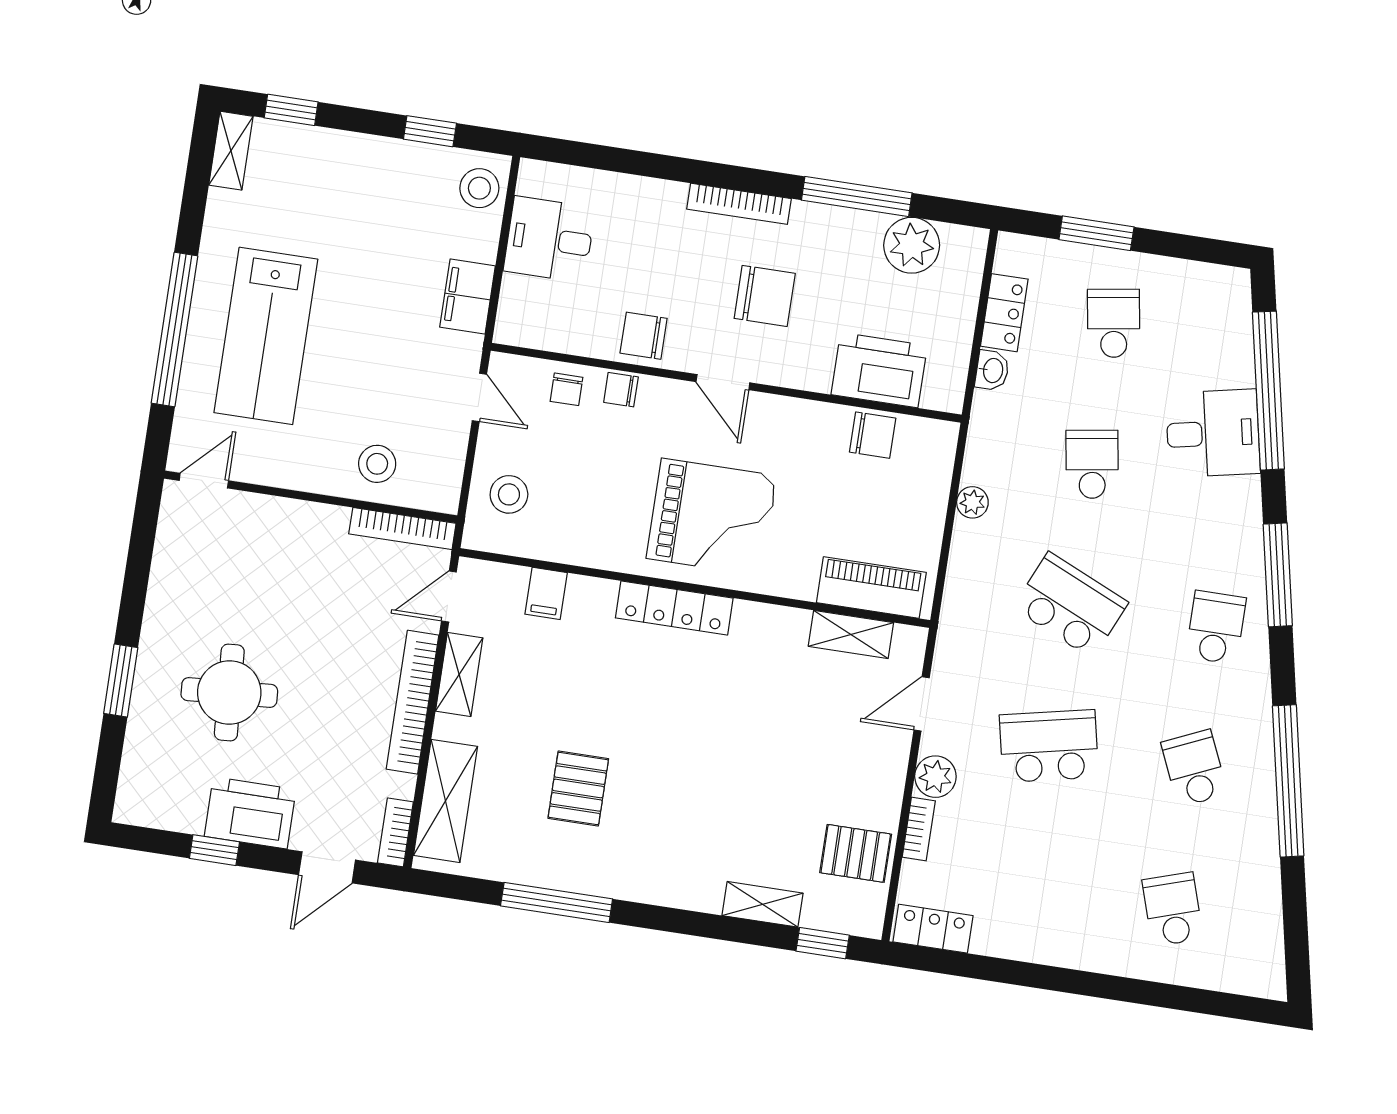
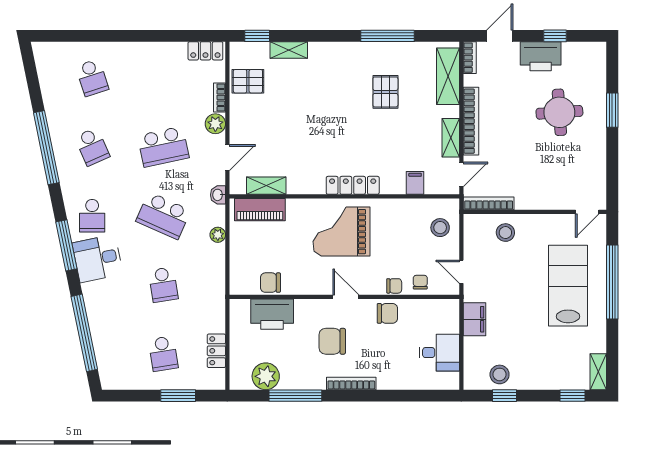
stool: (479, 188) -> (500, 374), moved
washbasin: (992, 370) -> (218, 195), moved
desk: (1213, 433) -> (98, 259), moved
plant: (972, 502) -> (218, 235), moved

